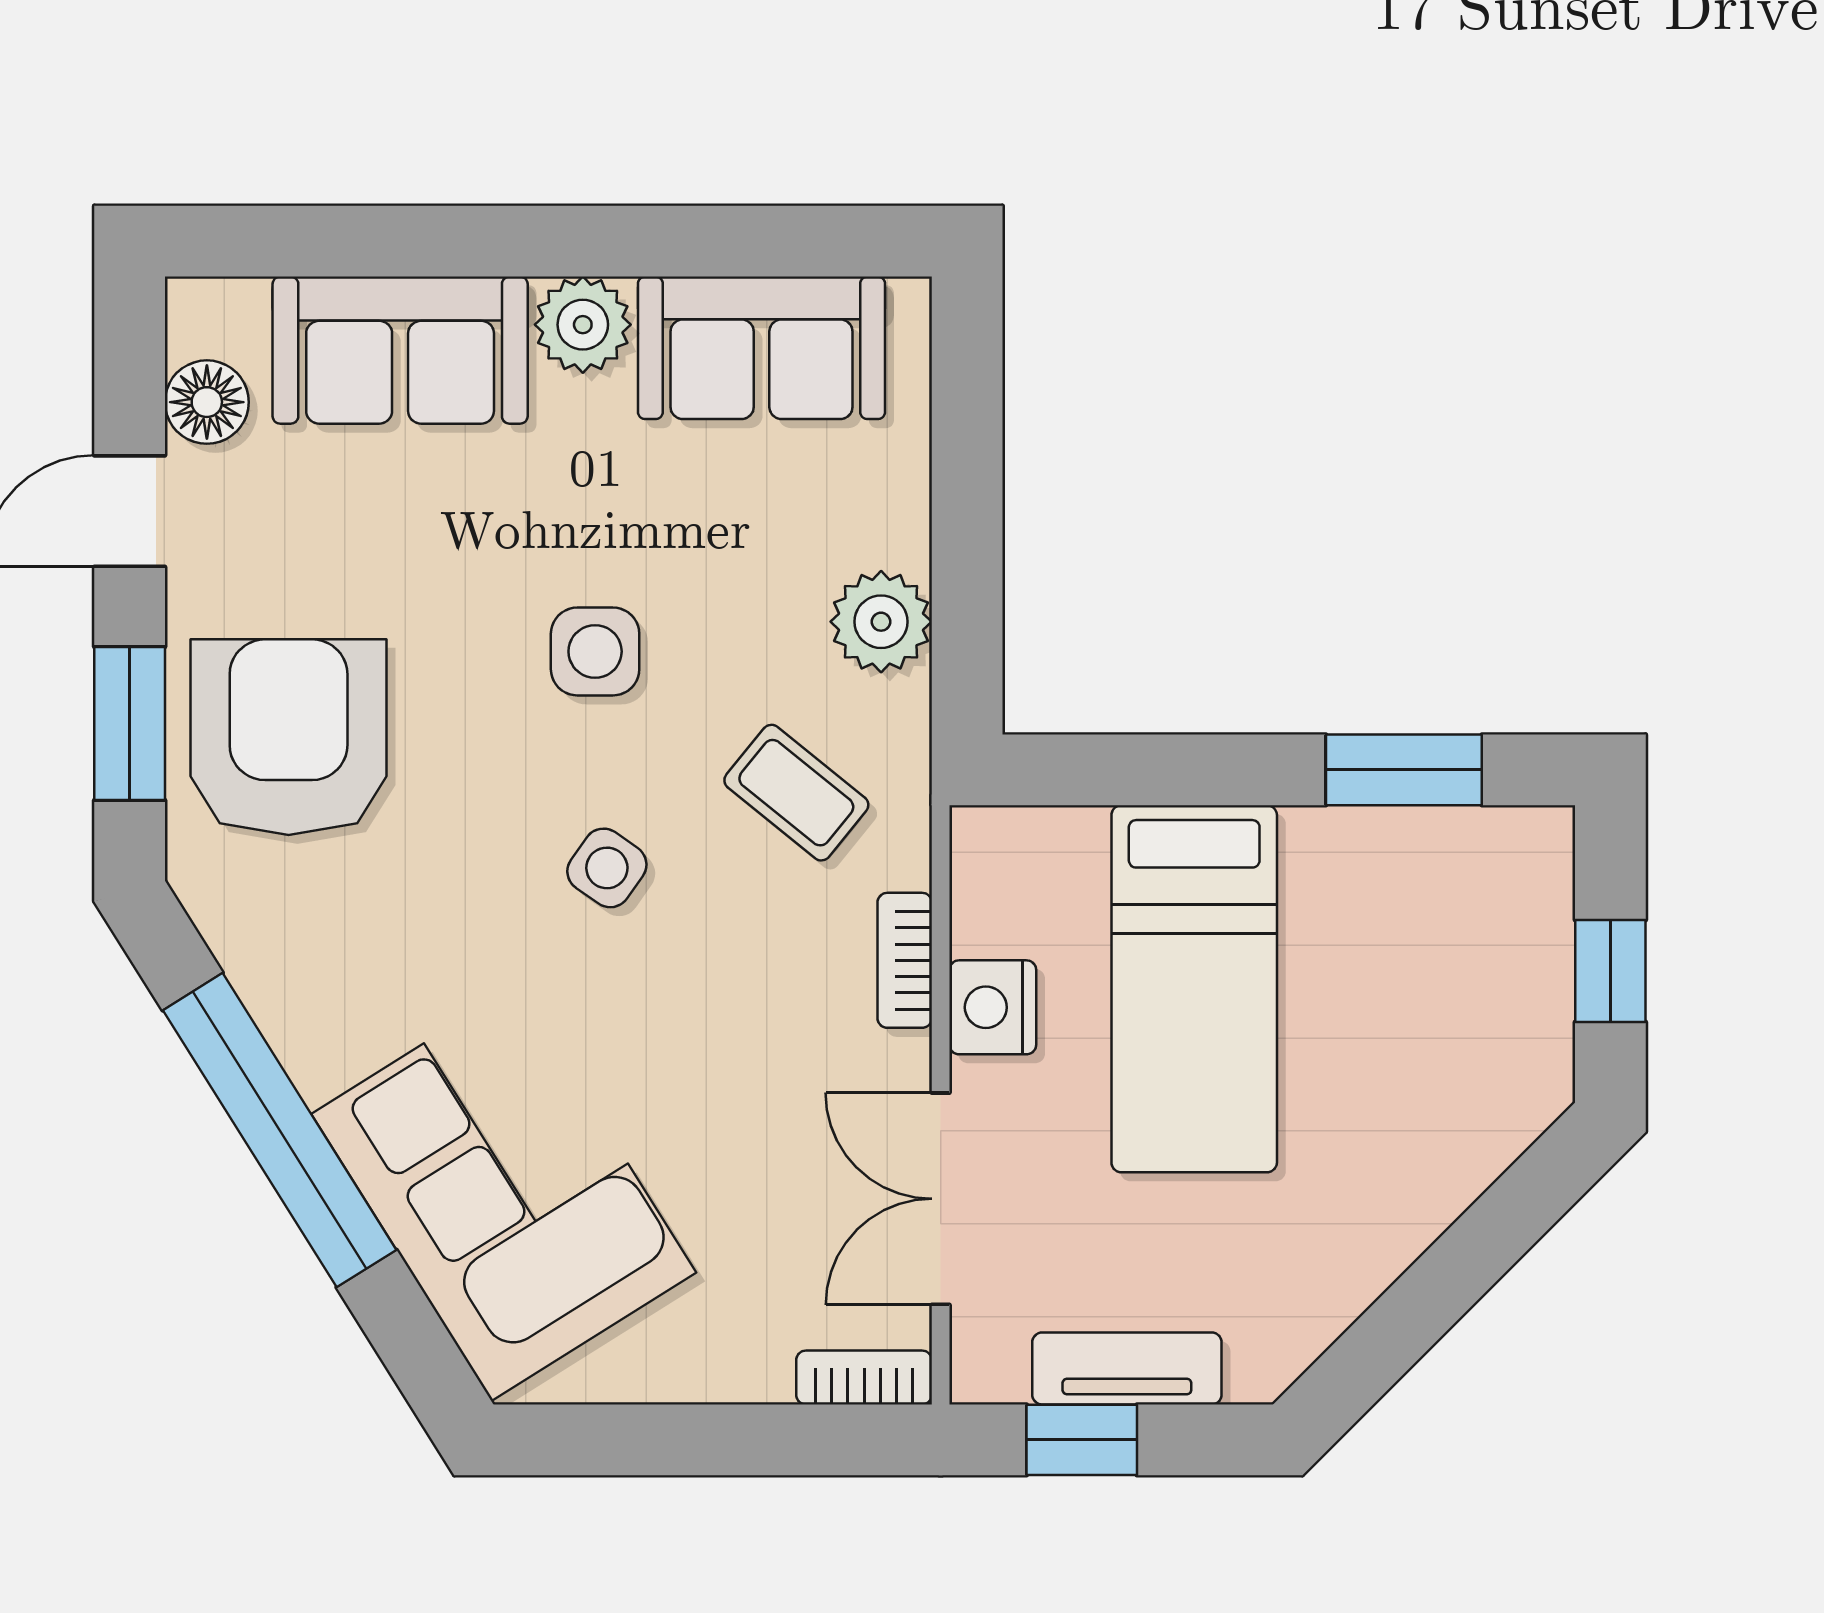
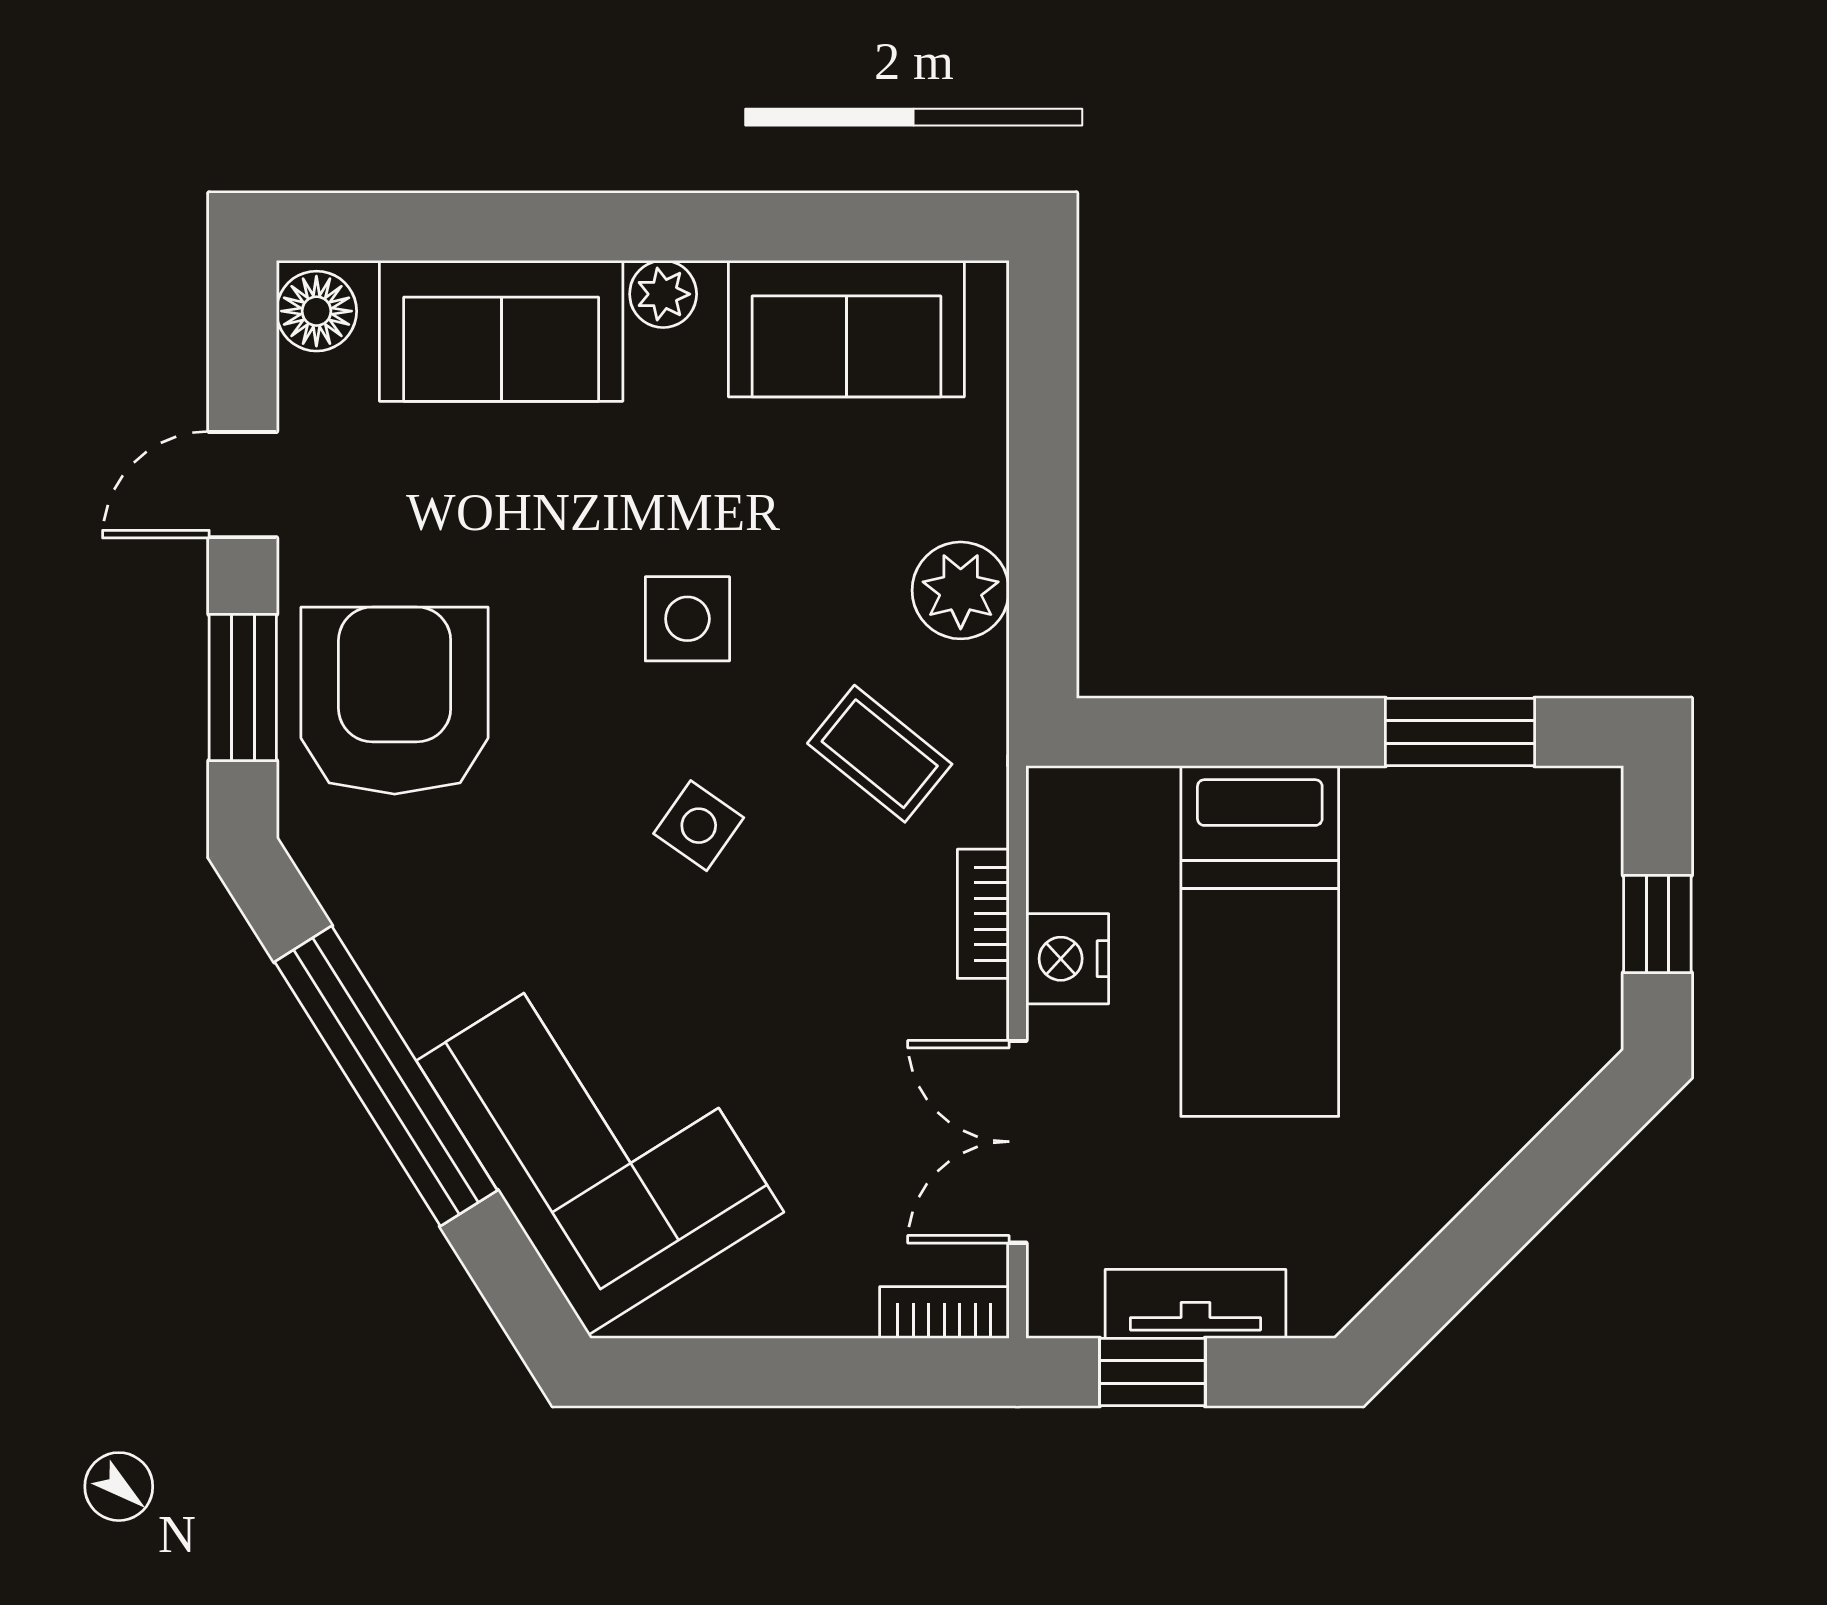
plant: (583, 325) -> (663, 294), width x0.73, depth x0.73
floor lamp: (207, 402) -> (316, 311), moved

